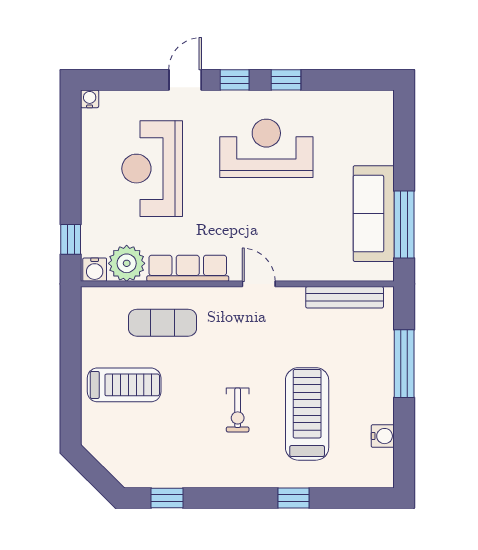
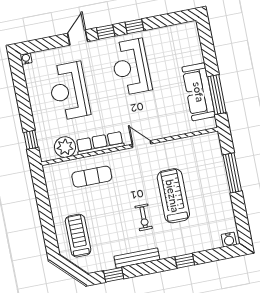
reception desk: (266, 148) -> (131, 67), turned -90
water cooler: (95, 270) -> (48, 154), removed
bench: (345, 297) -> (137, 258), moved
treadmill: (124, 385) -> (78, 236), moved, turned -90
treadmill: (307, 414) -> (173, 196), moved
water cooler: (383, 436) -> (229, 240), moved, turned 90

